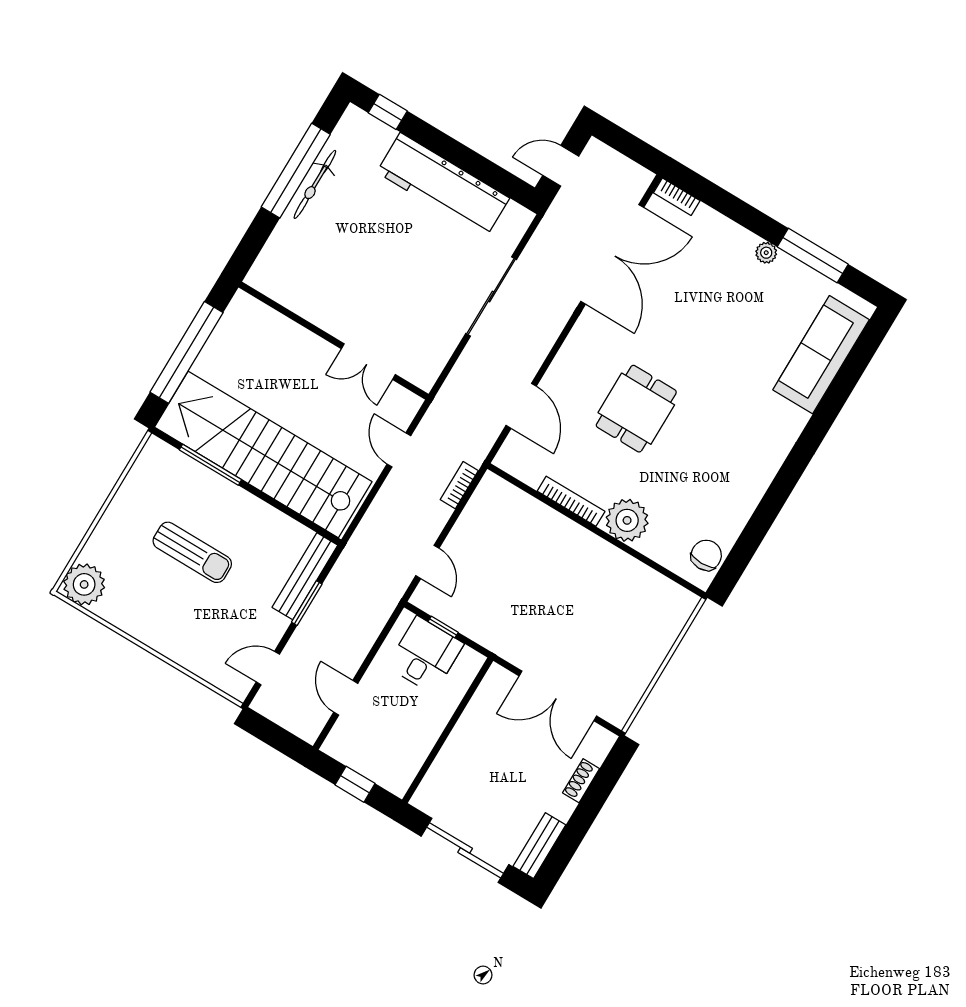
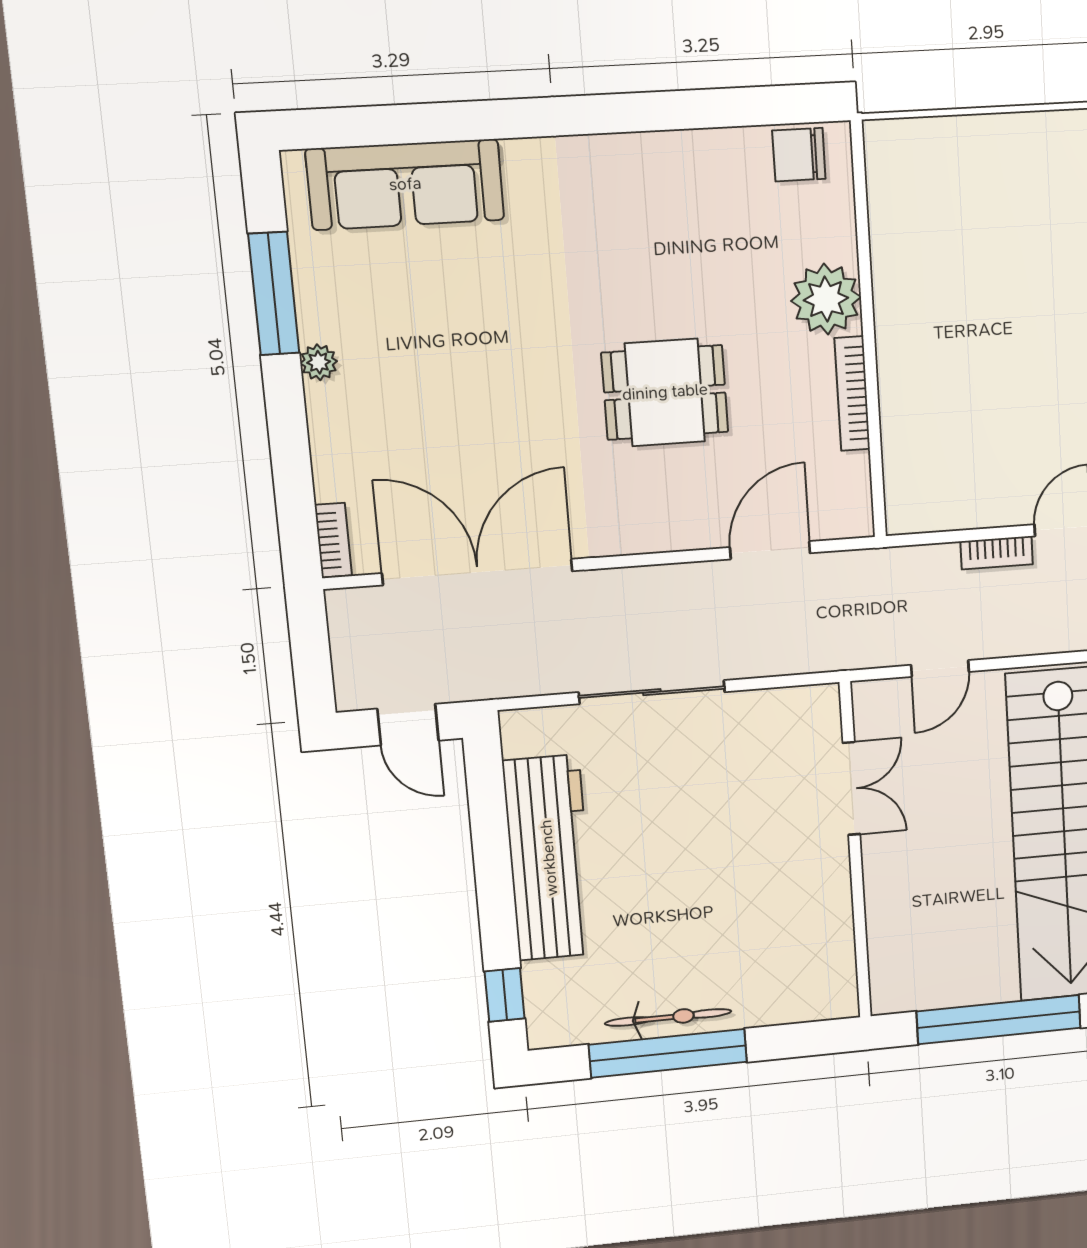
bookcase: (459, 485) -> (997, 553), moved

